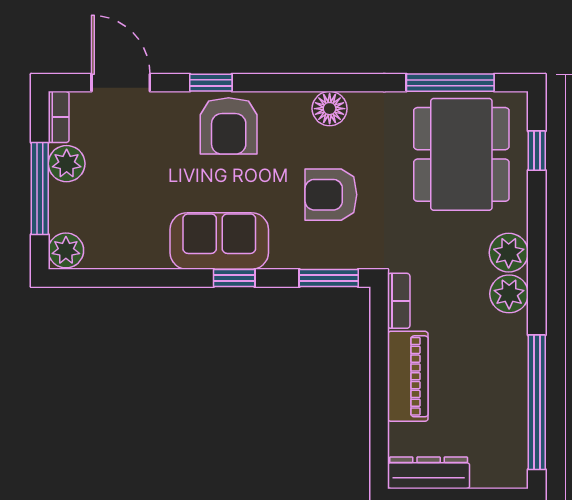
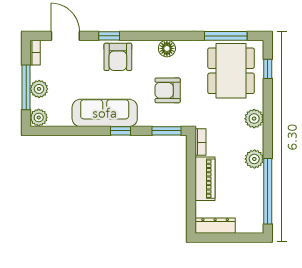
plant: (67, 164) -> (39, 89), moved
sofa: (219, 241) -> (105, 113), width x1.36
plant: (509, 294) -> (254, 159), moved

